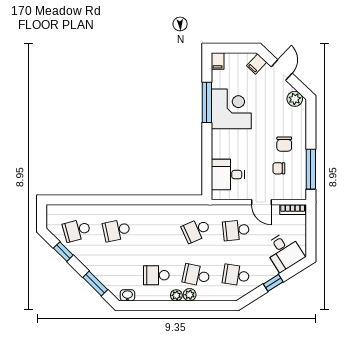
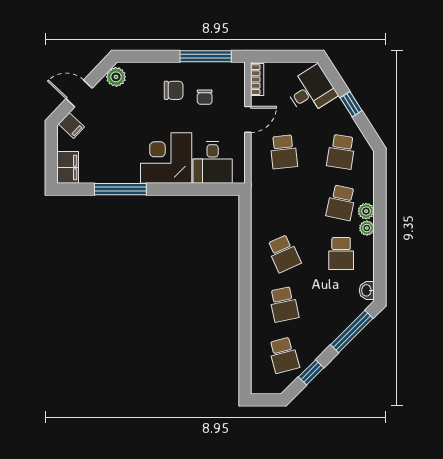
filing cabinet: (218, 61) -> (68, 167), width x2.00
corner desk: (231, 109) -> (166, 158), moved
school desk: (196, 230) -> (284, 253), moved
window: (95, 284) -> (352, 332), width x1.44

